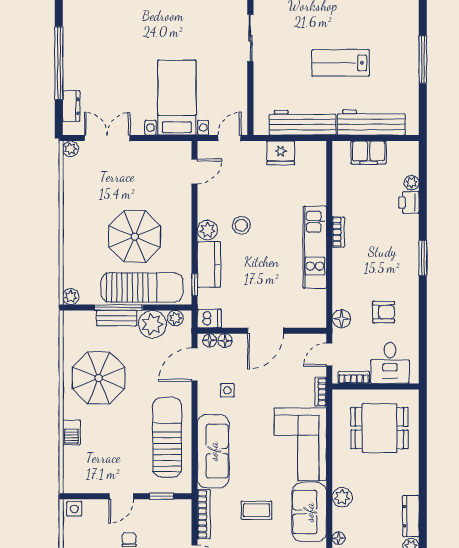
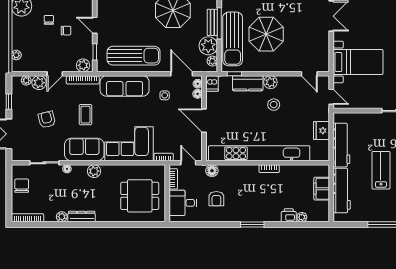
kitchen unit: (315, 247) -> (259, 153), width x1.86
dining table: (379, 428) -> (140, 196), turned 90
plant: (182, 514) -> (83, 65), added

